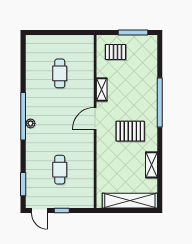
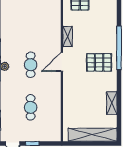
cafe table: (60, 73) -> (31, 65), moved
pallet: (130, 131) -> (99, 62), moved

